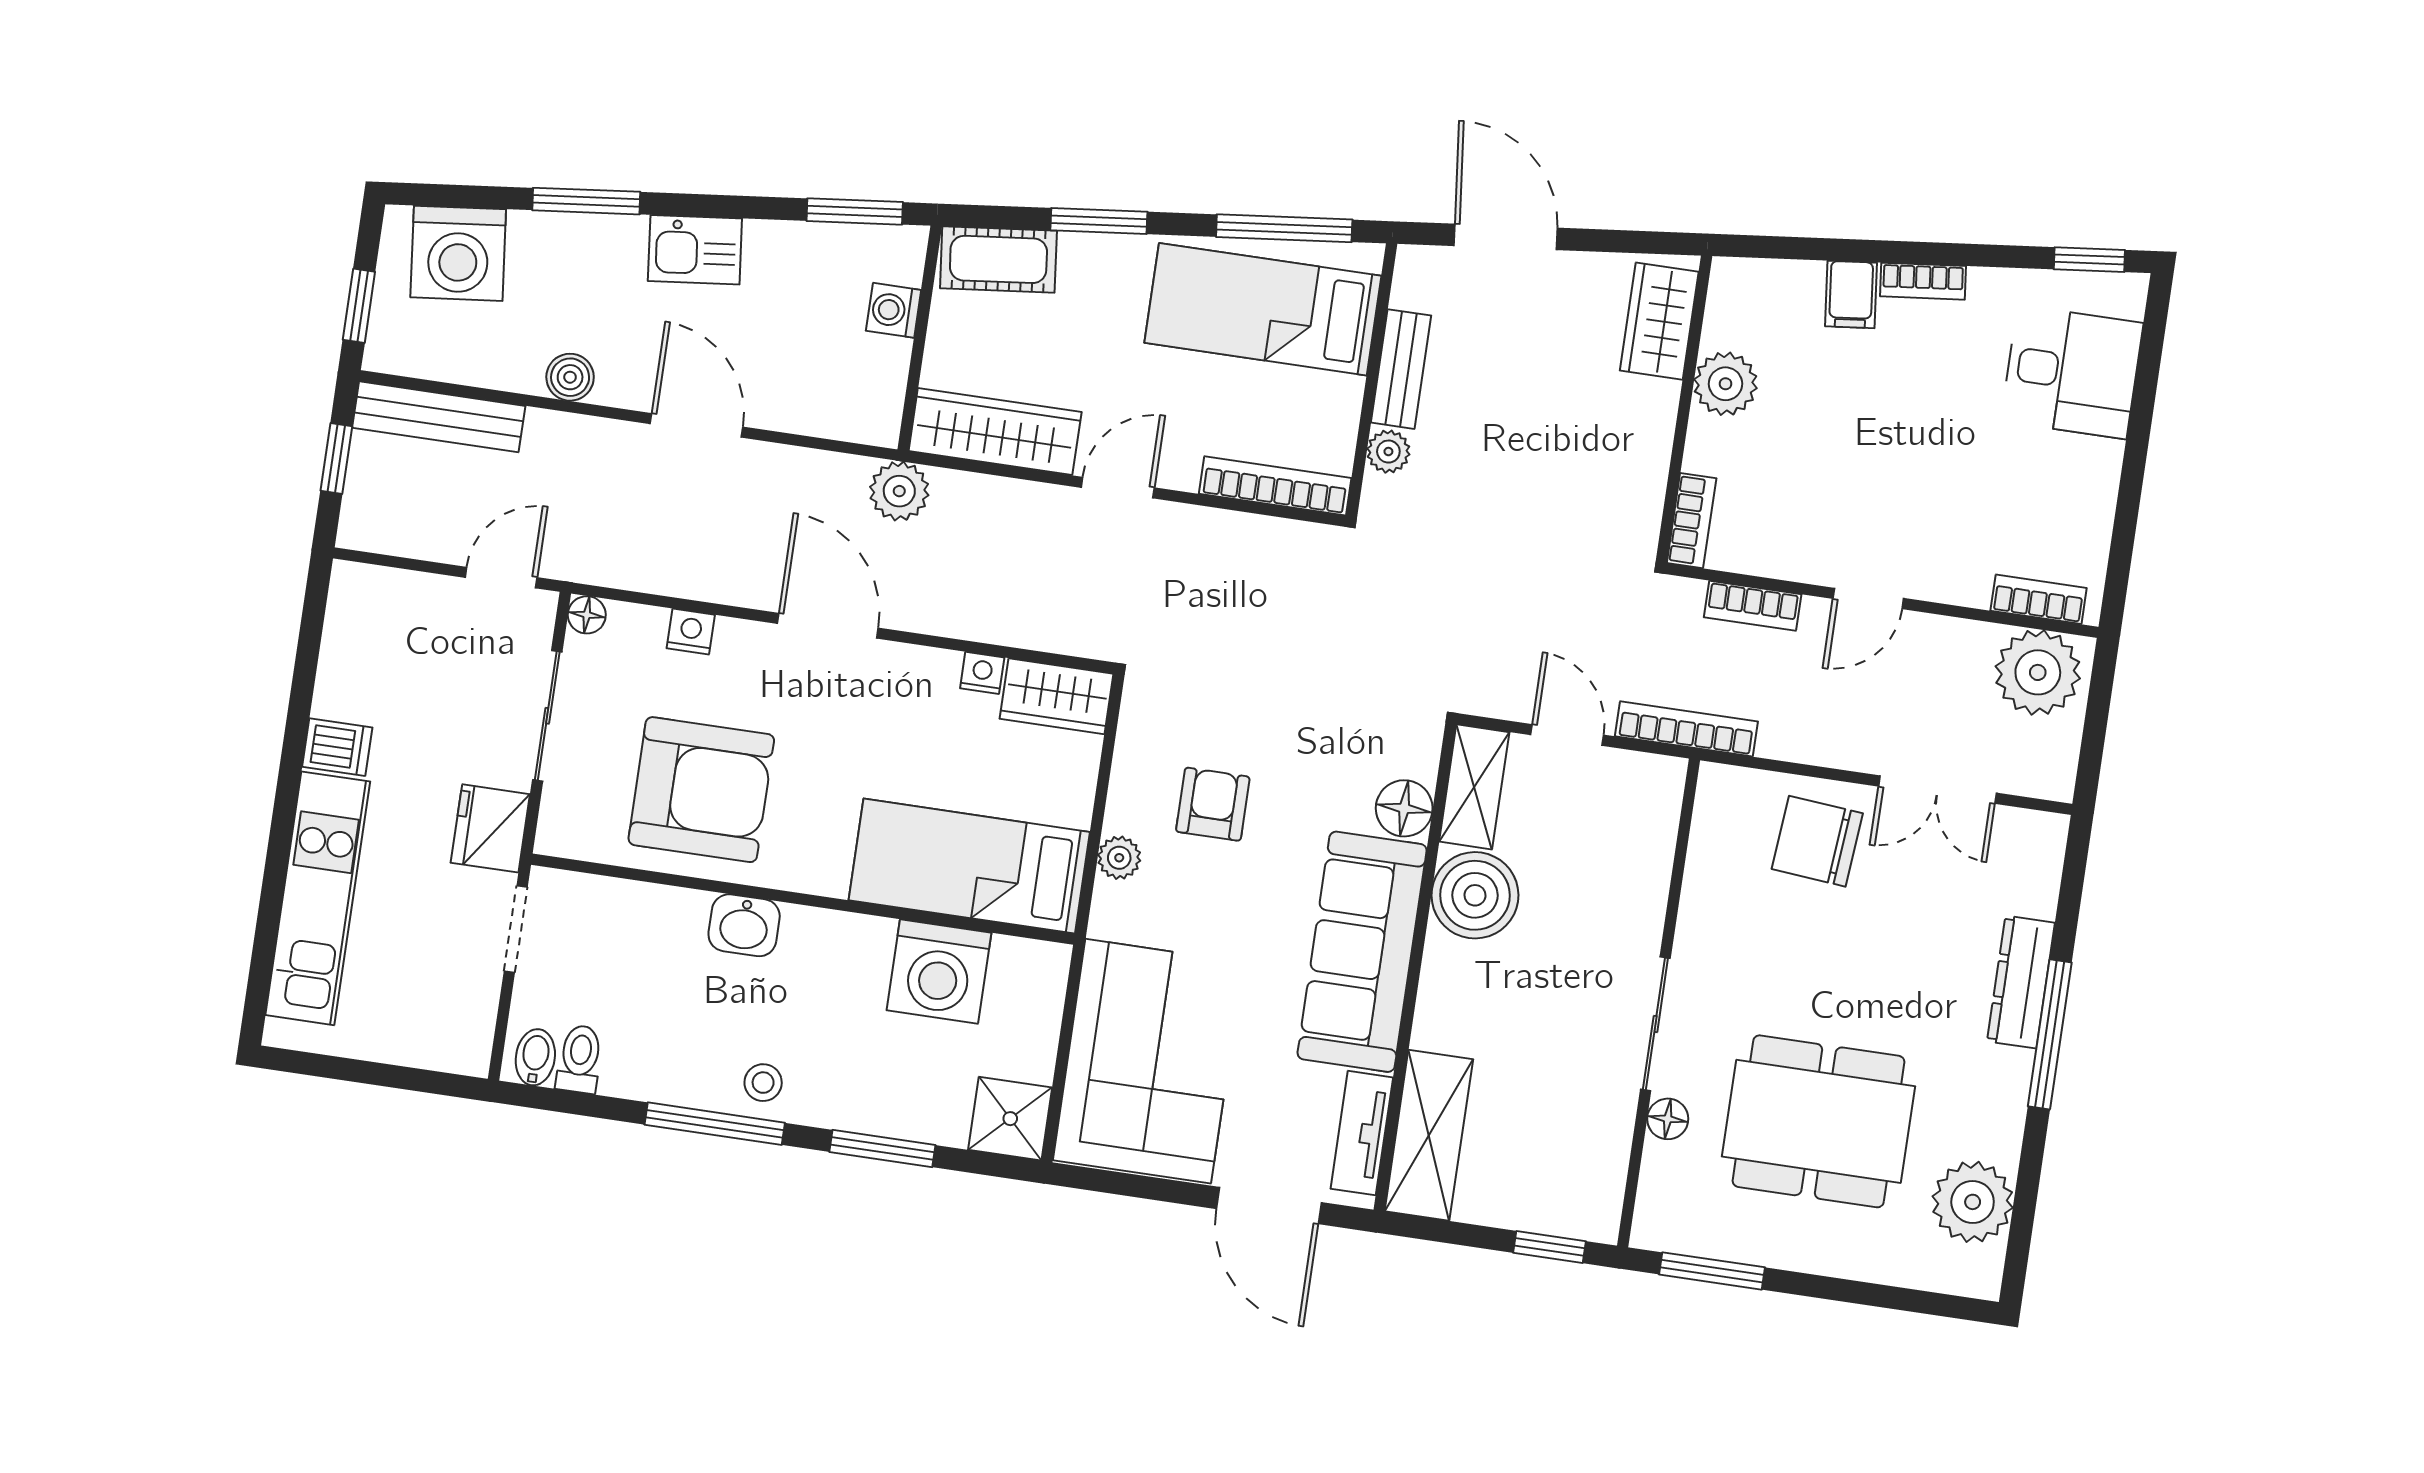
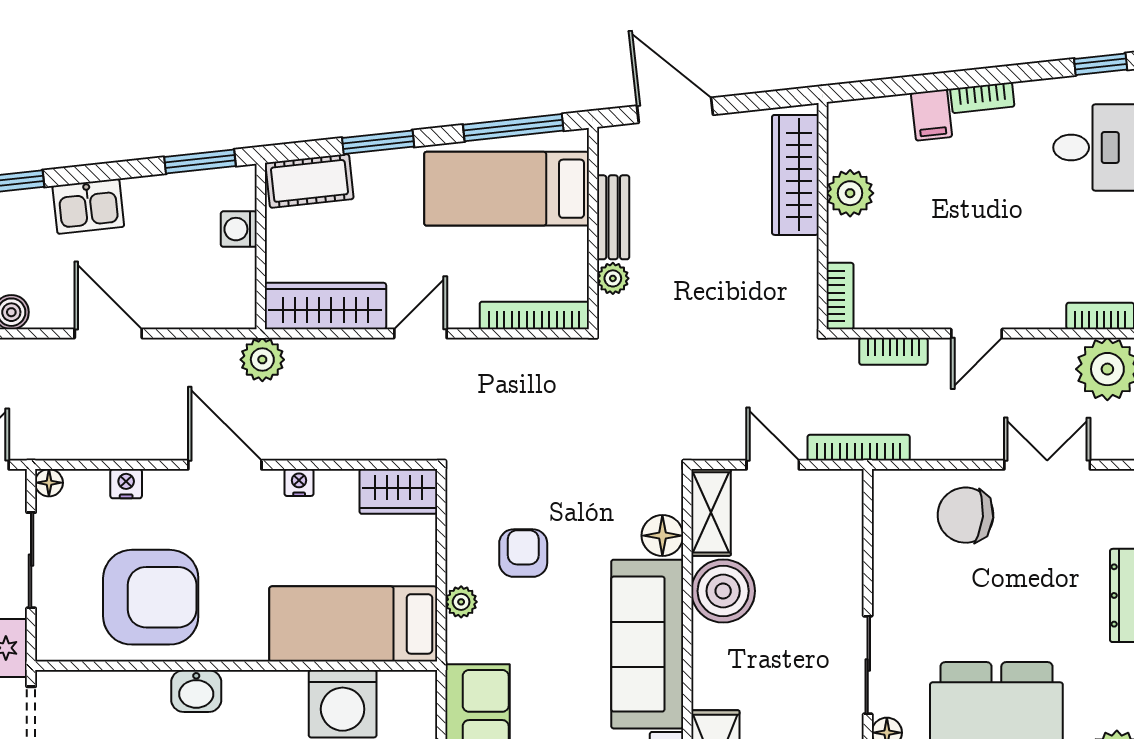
wardrobe: (1659, 321) -> (795, 175), width x1.50
nightstand: (982, 673) -> (299, 483), moved
double door: (1937, 790) -> (1047, 465), swing flipped

